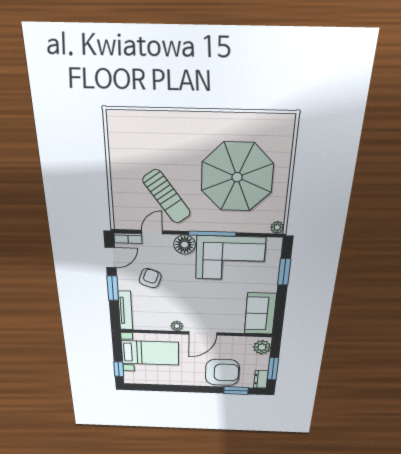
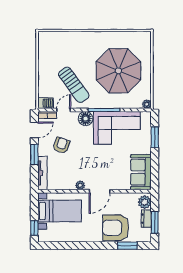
barbecue: (125, 222) -> (46, 103), added
armchair: (222, 372) -> (116, 228), turned 180
dresser: (261, 379) -> (146, 219), moved

